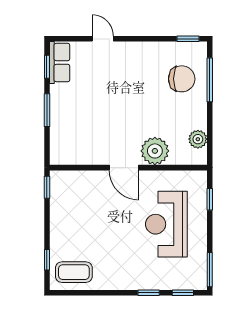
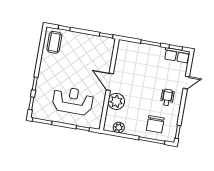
wheelchair: (133, 66) -> (167, 97), added
door: (124, 168) -> (110, 82), hinge flipped

